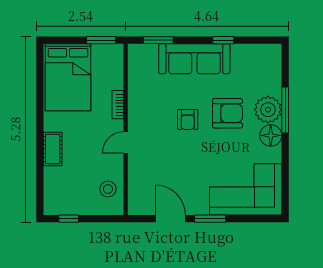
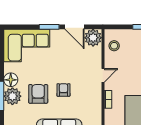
armchair: (227, 113) -> (38, 94), turned 90
plant: (141, 202) -> (93, 38), added

